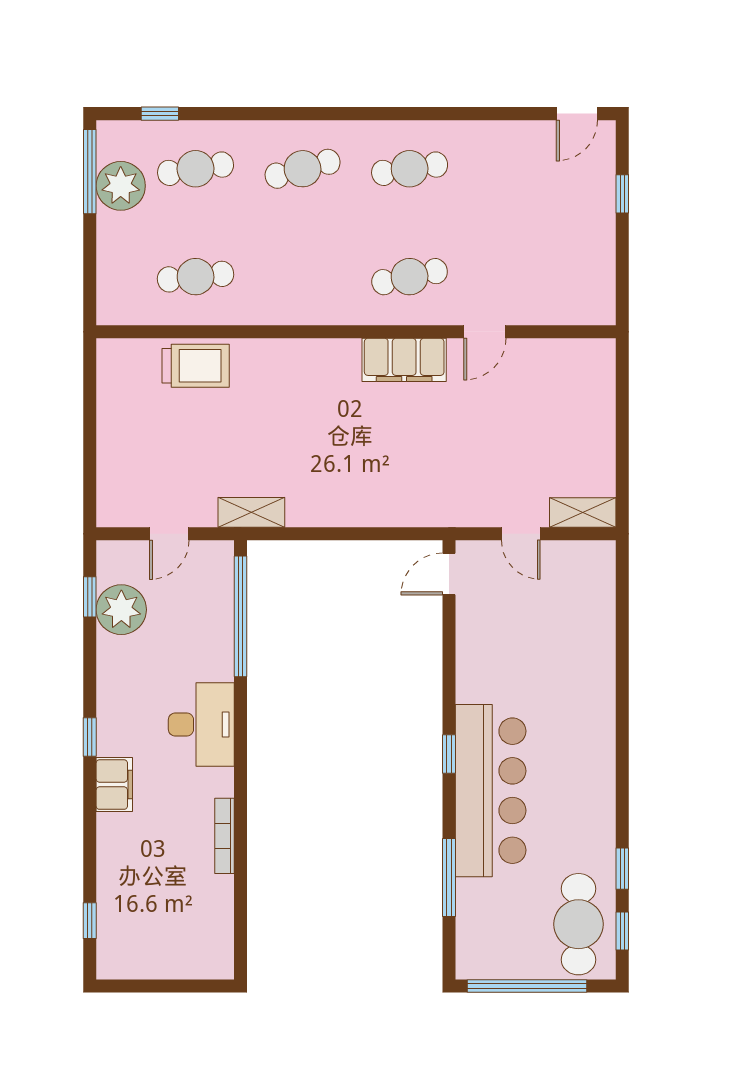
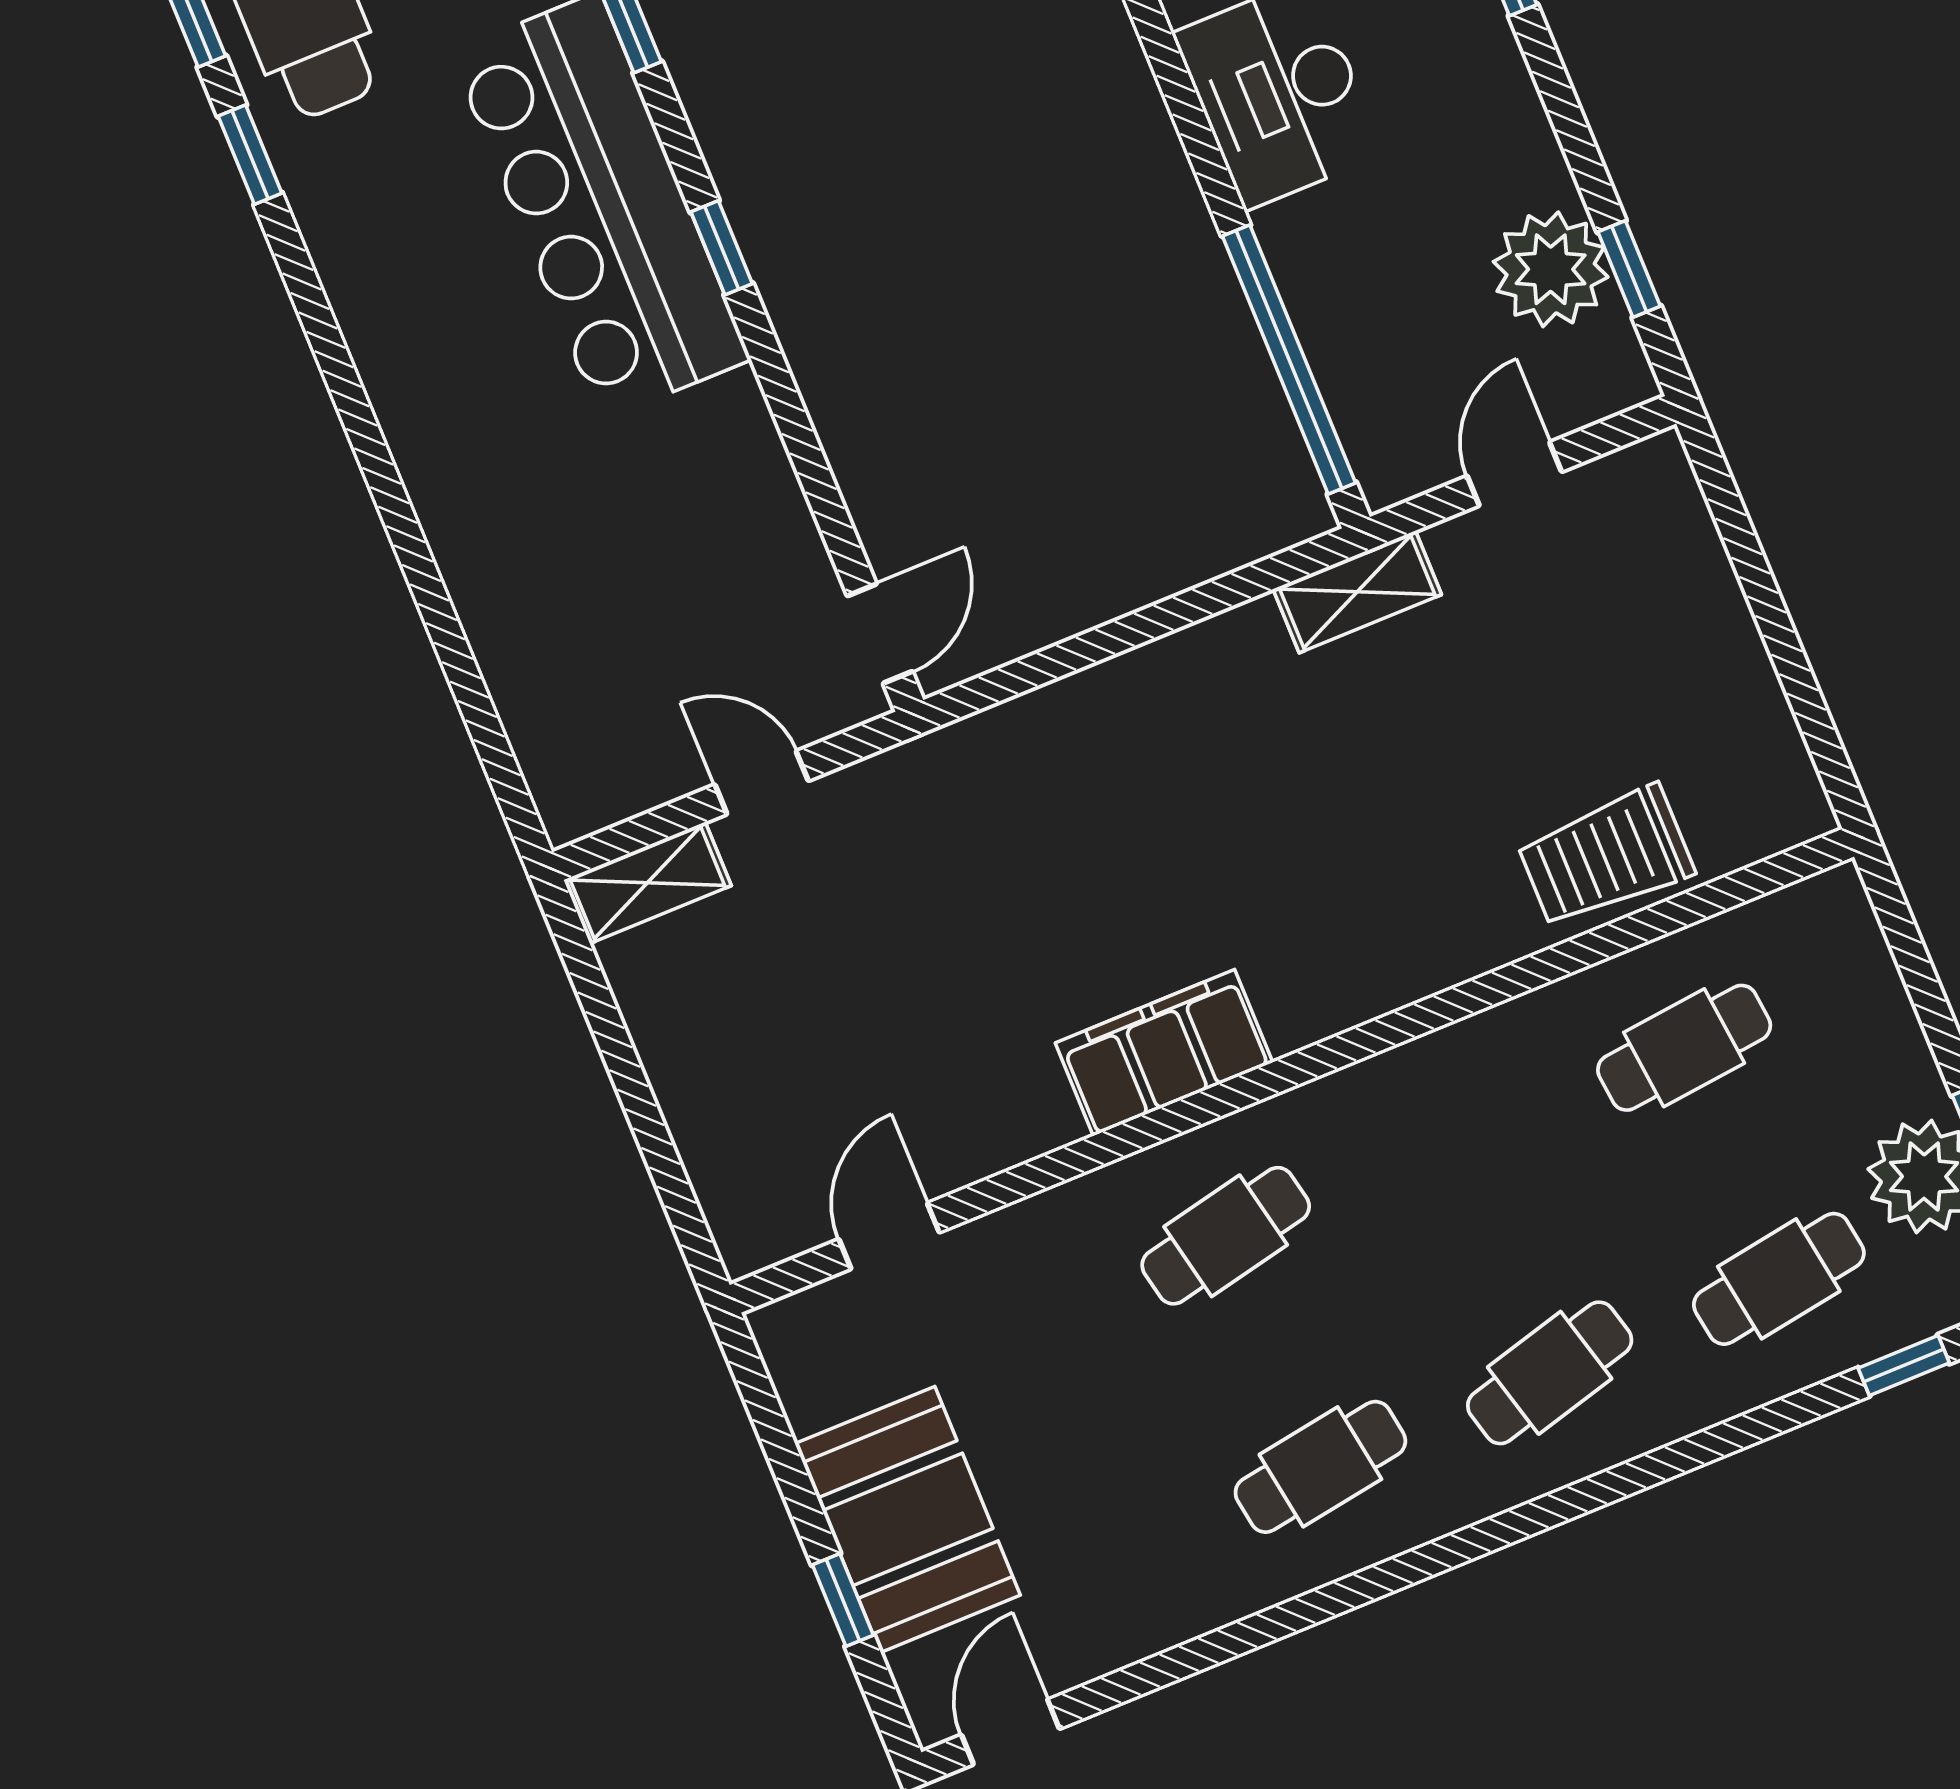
booth: (583, 215) -> (908, 1519), added
door: (485, 332) -> (889, 1236), moved

